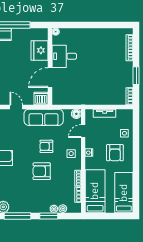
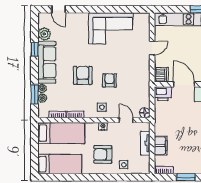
printer: (59, 97) -> (163, 94), added
filing cabinet: (107, 99) -> (161, 146), added
sofa: (44, 117) -> (47, 62), moved, turned 180
window: (18, 216) -> (35, 49), width x0.46
window: (49, 216) -> (35, 94), moved

